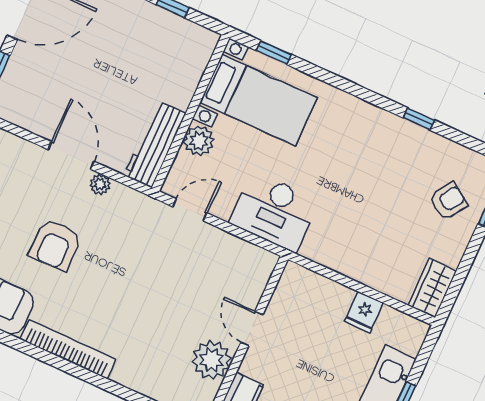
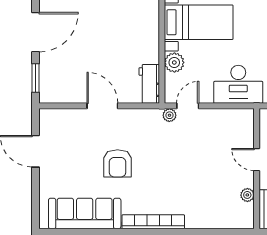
workbench: (155, 144) -> (149, 84), width x0.73
plant: (100, 184) -> (169, 115), moved
plant: (212, 360) -> (247, 195), width x0.53, depth x0.53

